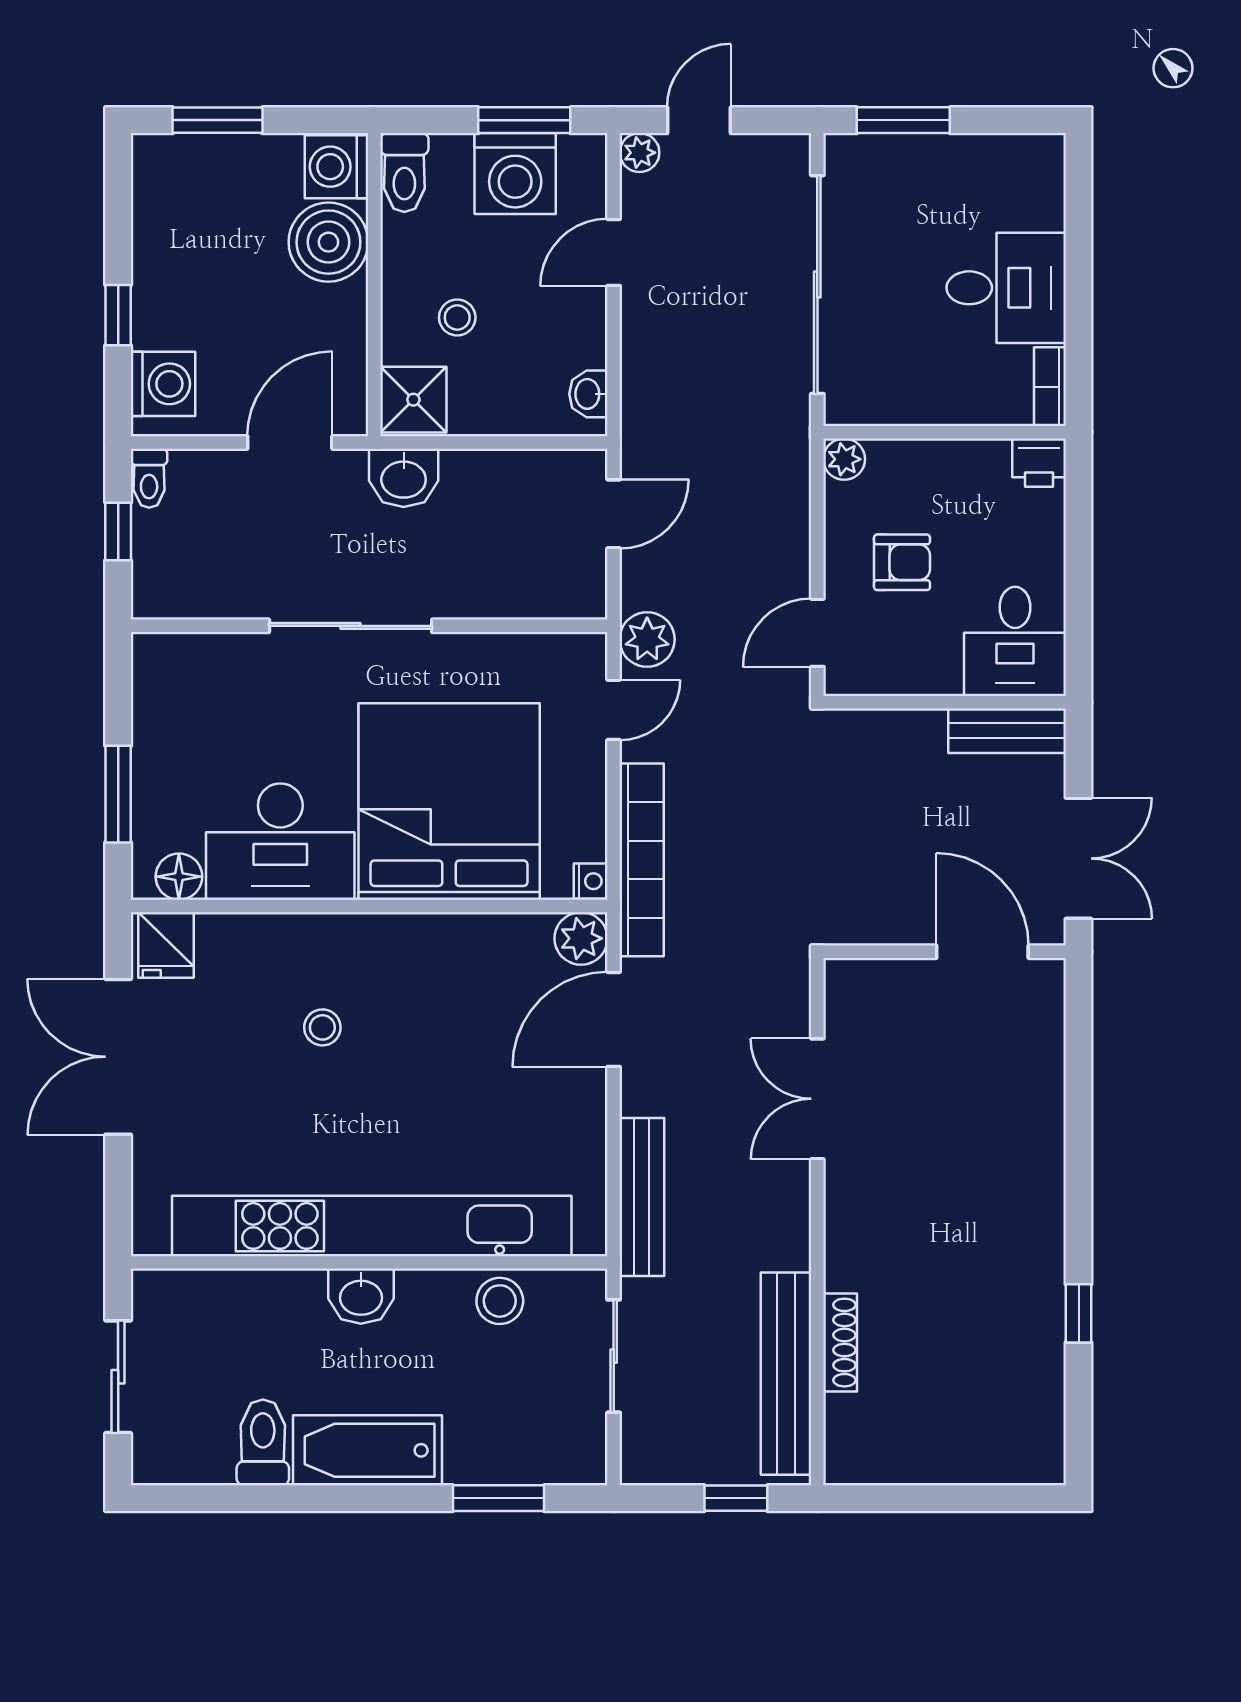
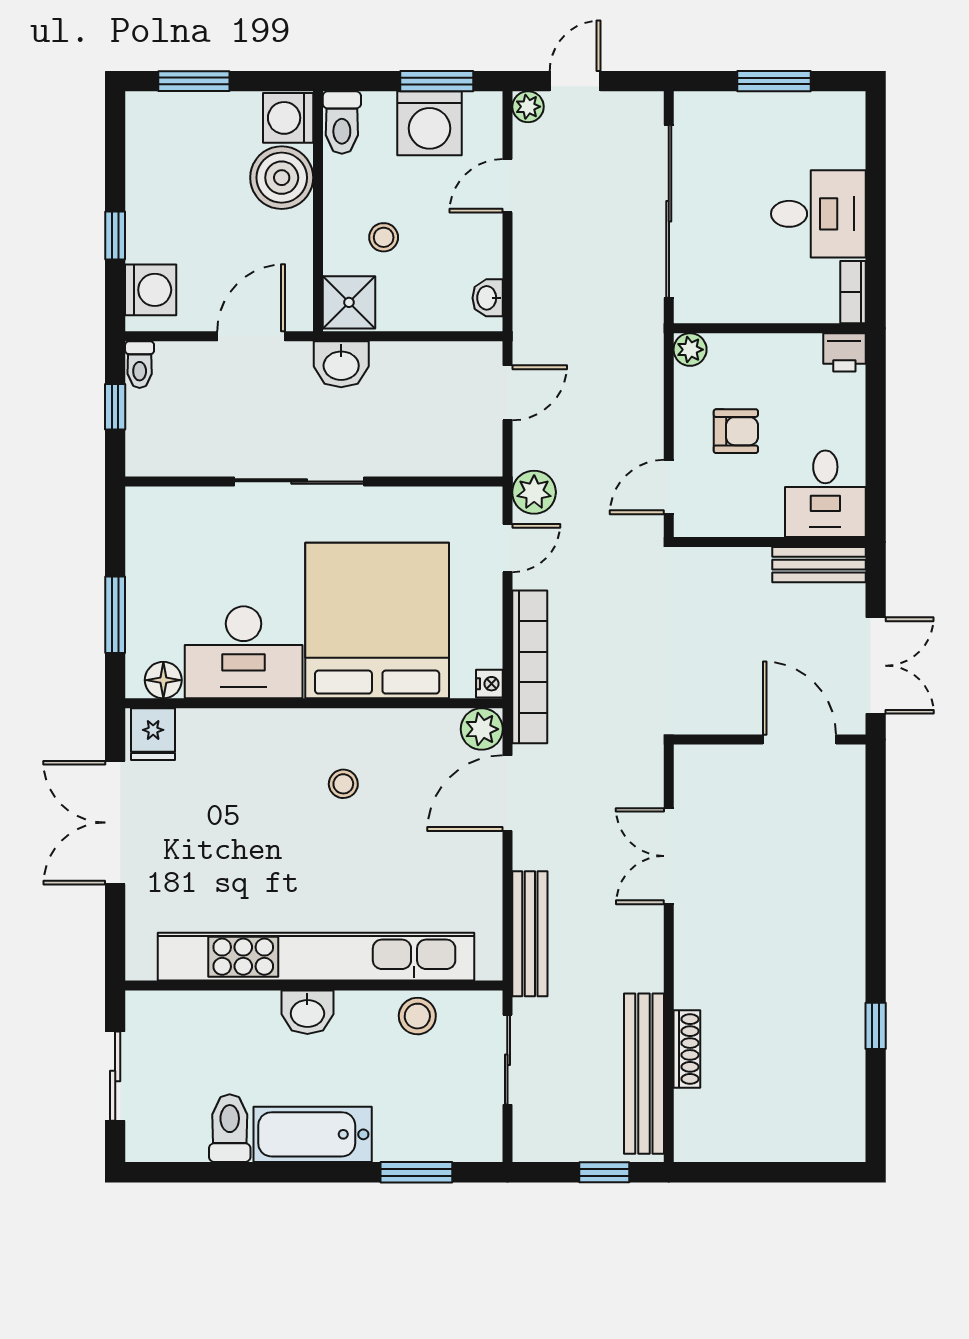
window: (903, 120) -> (774, 81), moved
stool: (322, 1027) -> (343, 784), moved

